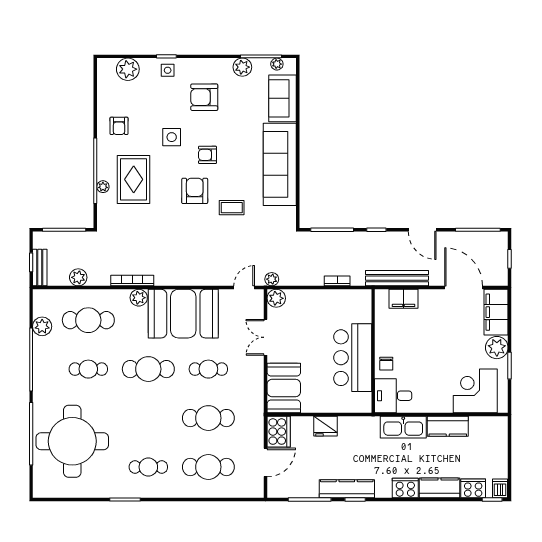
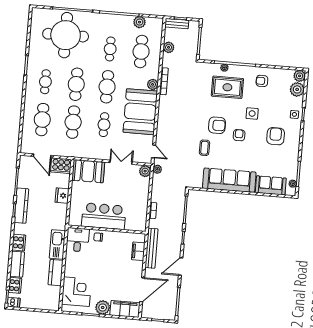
plant: (242, 67) -> (300, 76), moved
cafe table: (148, 418) -> (76, 84), added

